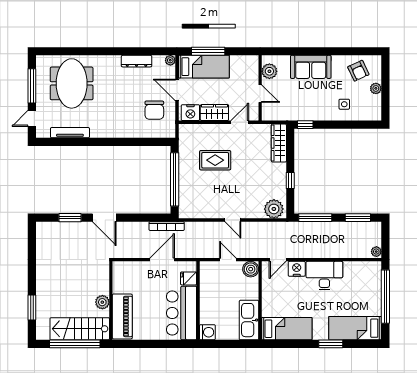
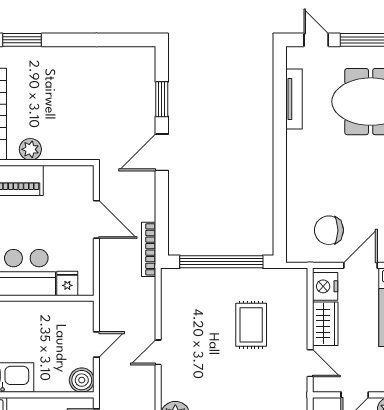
door: (162, 260) -> (96, 219), moved

